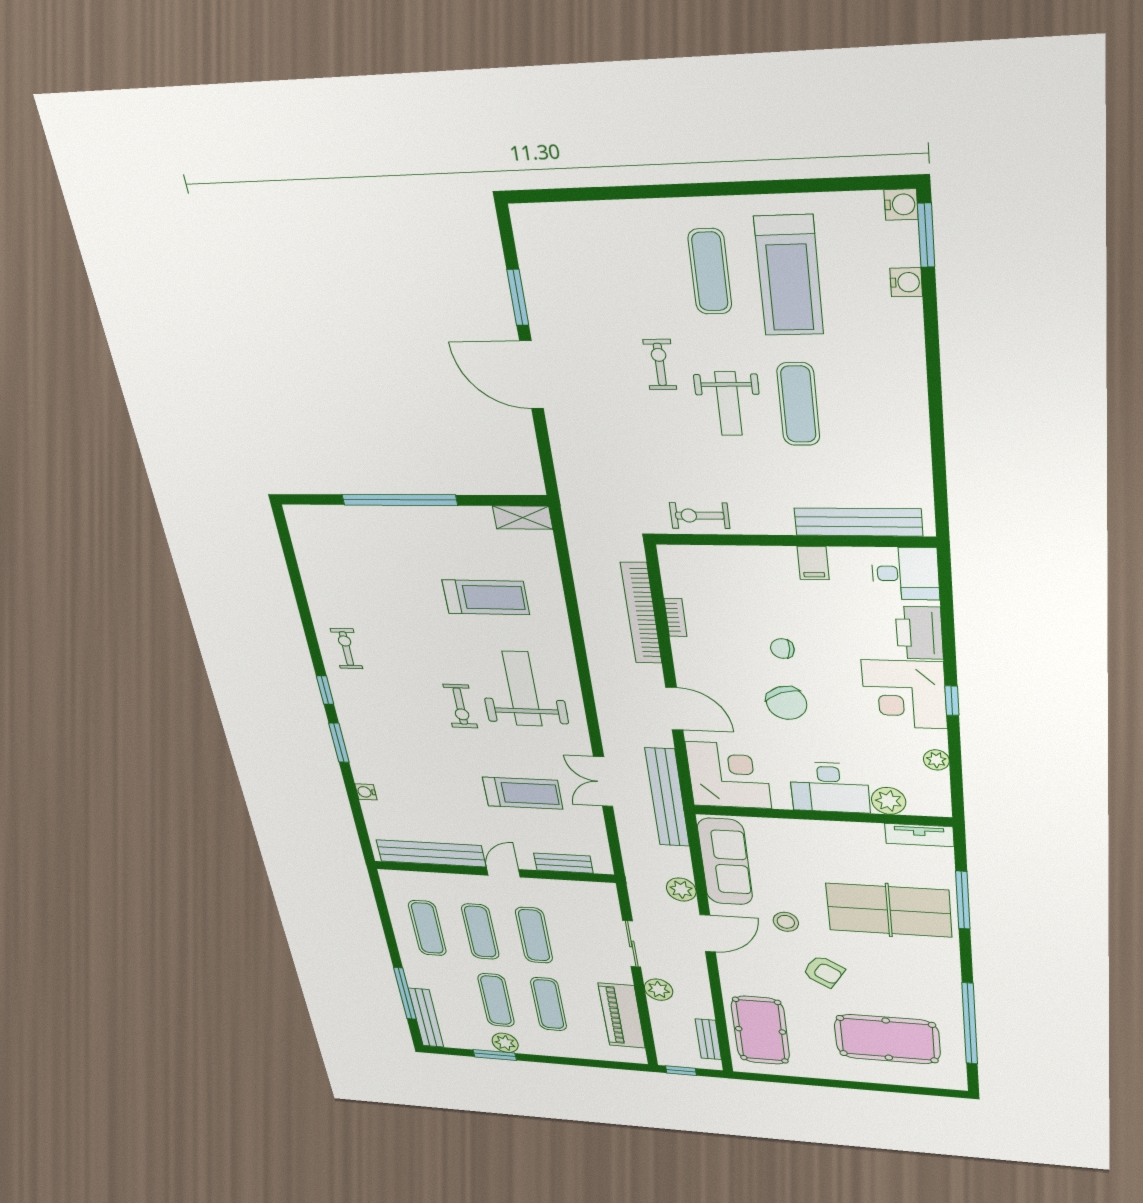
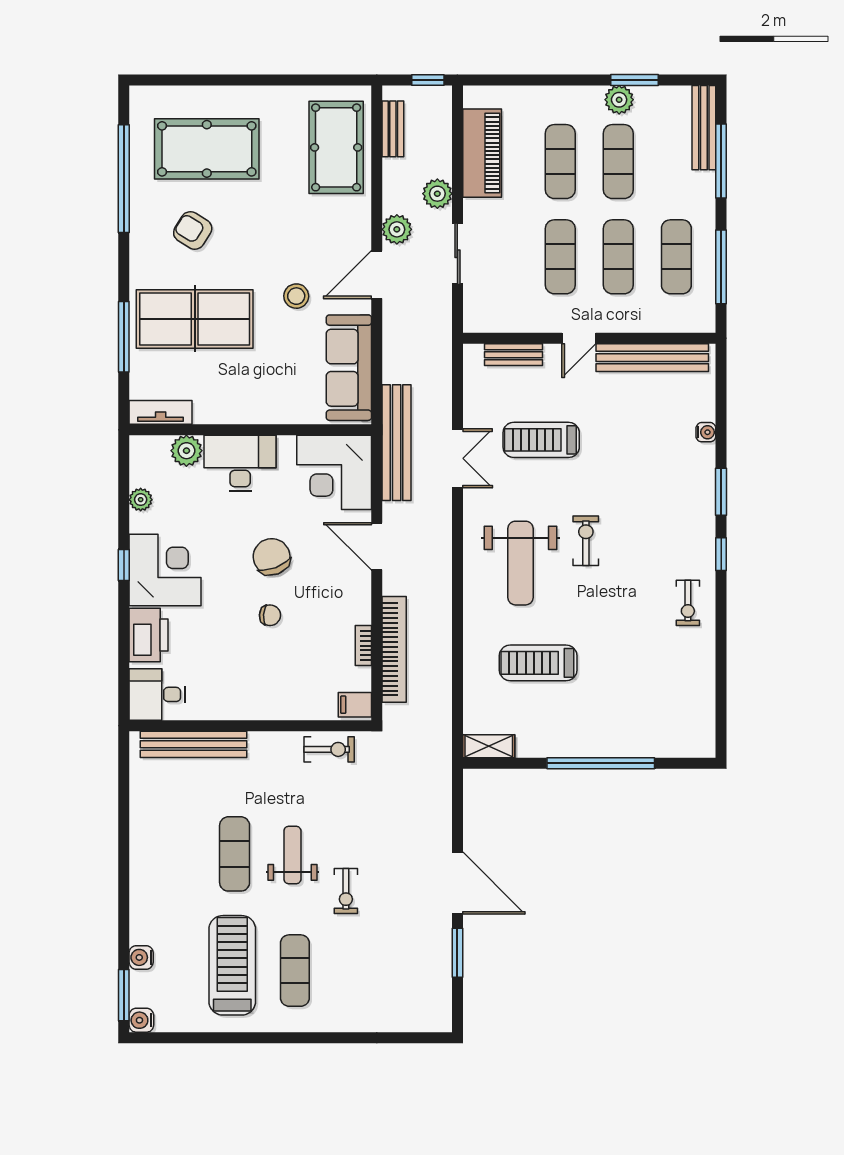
filing cabinet: (813, 563) -> (355, 705), moved, turned -90
plant: (681, 889) -> (397, 229), moved
window: (385, 918) -> (721, 267), added
armchair: (824, 972) -> (193, 230), moved

